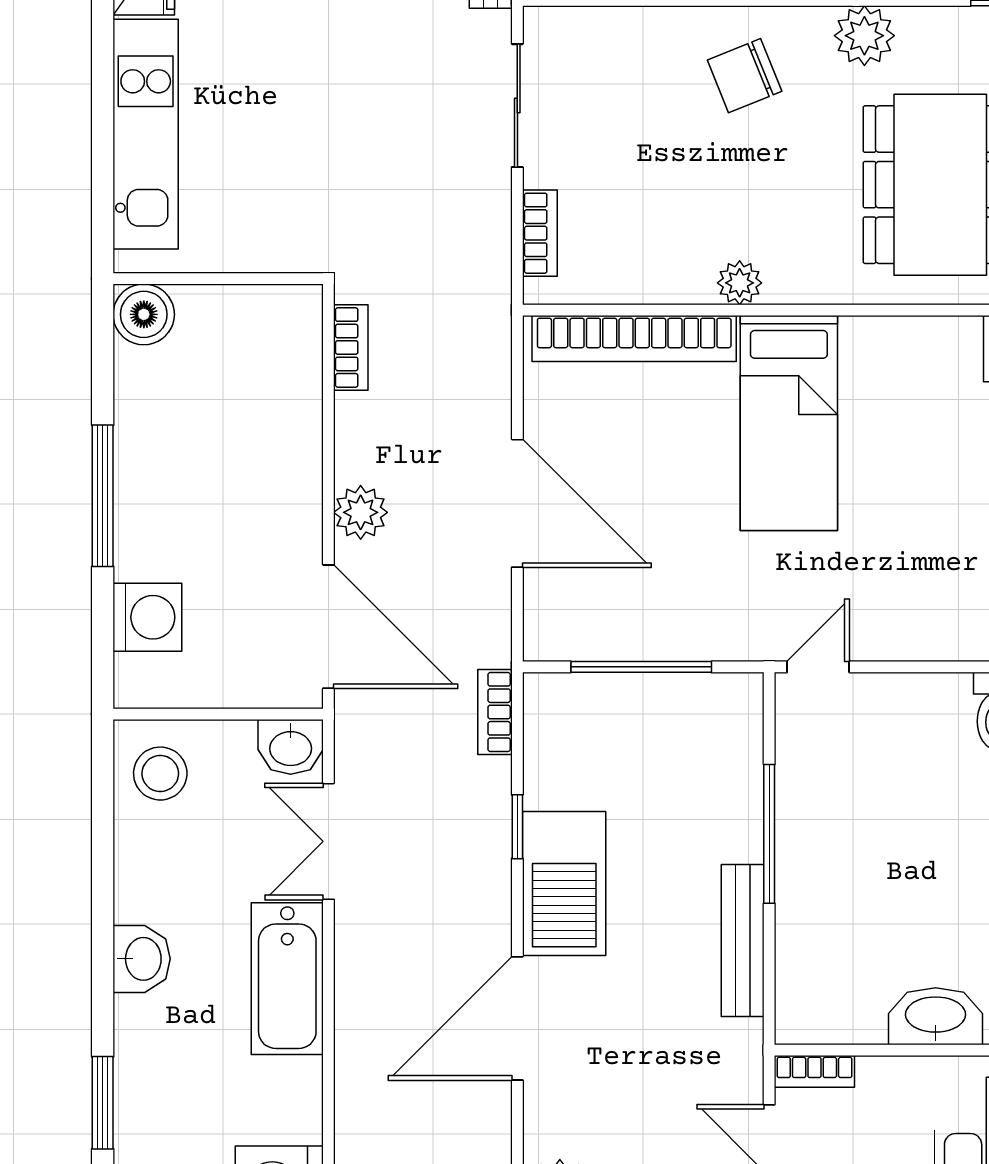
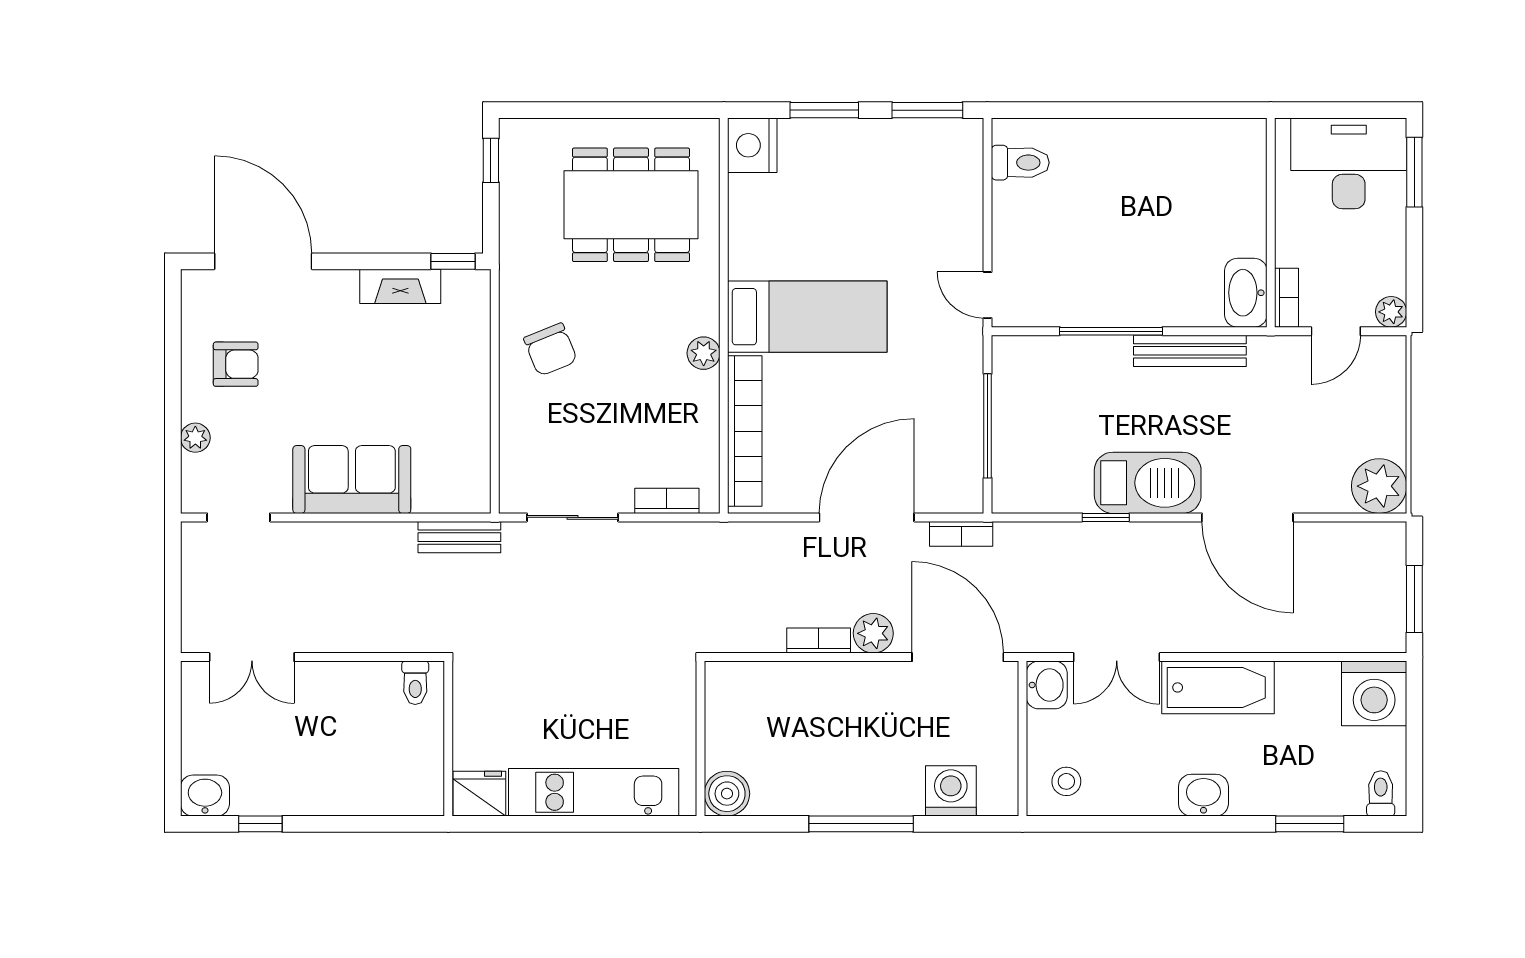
plant: (864, 36) -> (521, 261), removed
bookcase: (351, 347) -> (819, 641), moved
door: (328, 627) -> (958, 657), hinge flipped
bookcase: (495, 712) -> (961, 534), moved
stool: (160, 774) -> (1066, 781), width x0.73, depth x0.73
washbasin: (936, 1016) -> (1246, 293), moved

